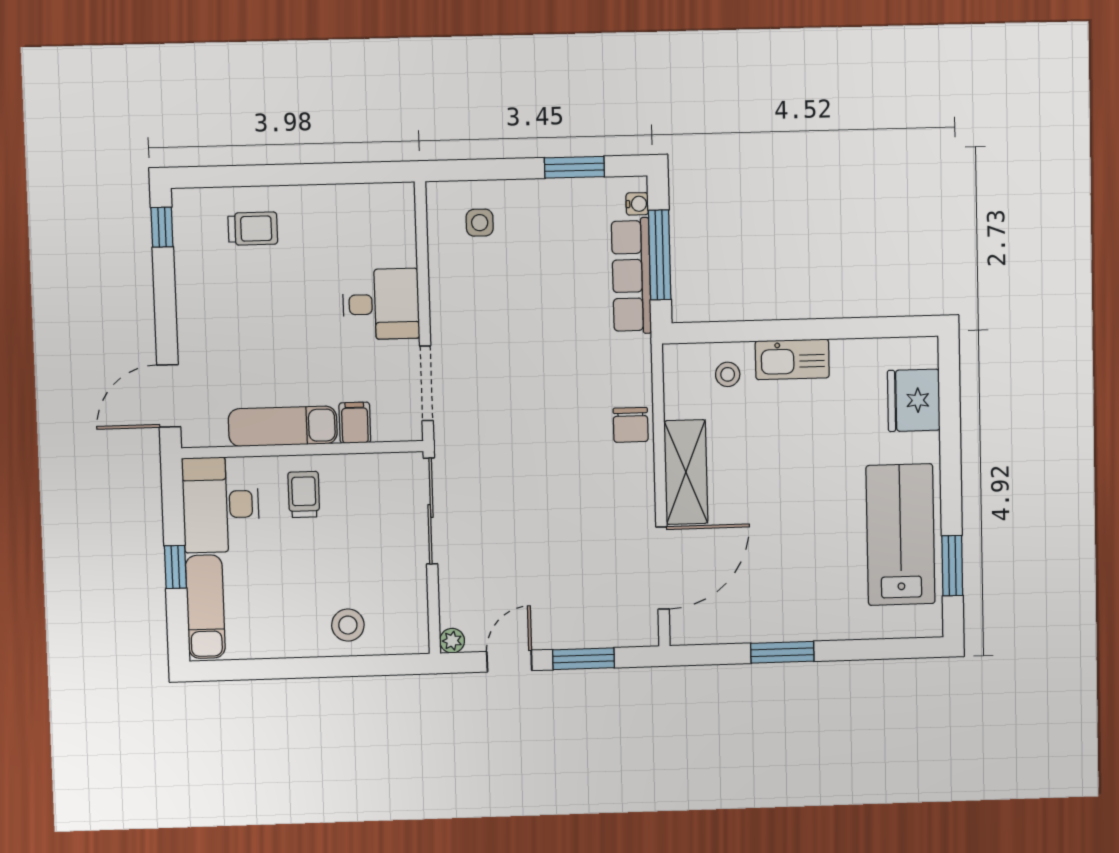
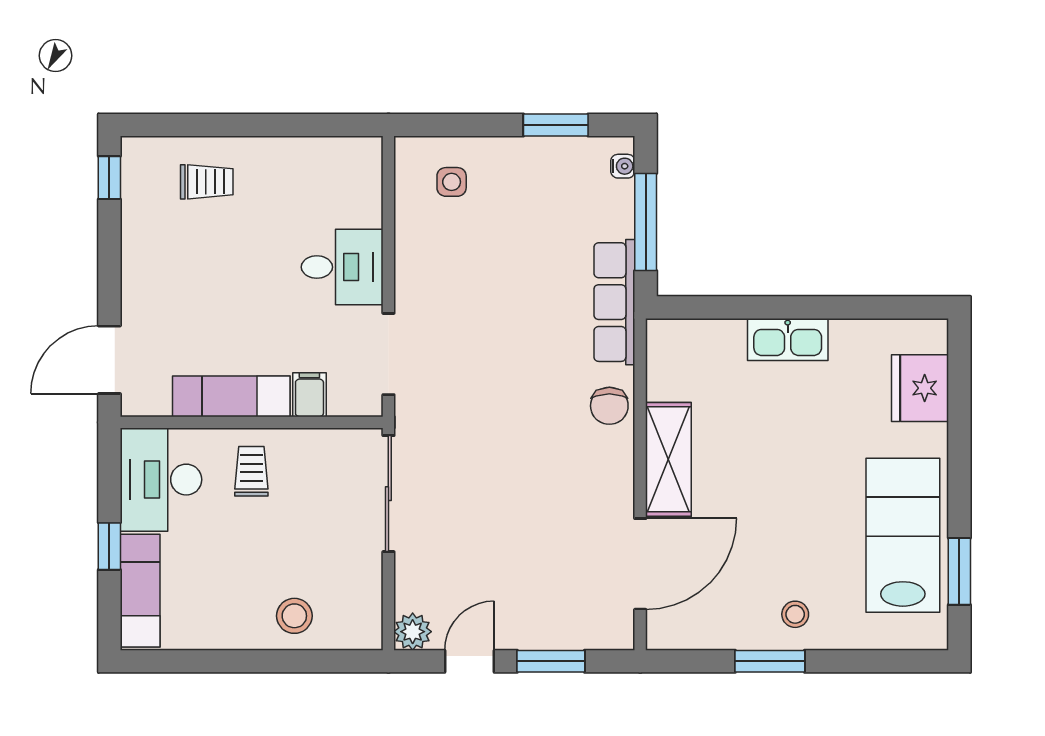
row of seats: (631, 276) -> (614, 302), moved
stool: (728, 374) -> (795, 614), moved
plant: (452, 641) -> (413, 632), width x1.38, depth x1.38

